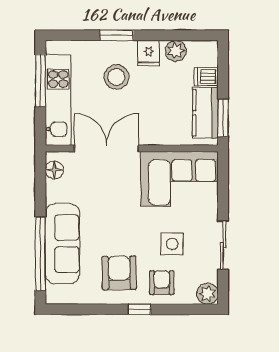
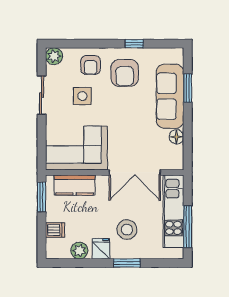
kitchen counter: (205, 113) -> (75, 185), moved, turned 90
floor lamp: (54, 170) -> (176, 137), moved
window: (40, 254) -> (188, 88), width x0.47
window: (139, 309) -> (134, 44), moved

